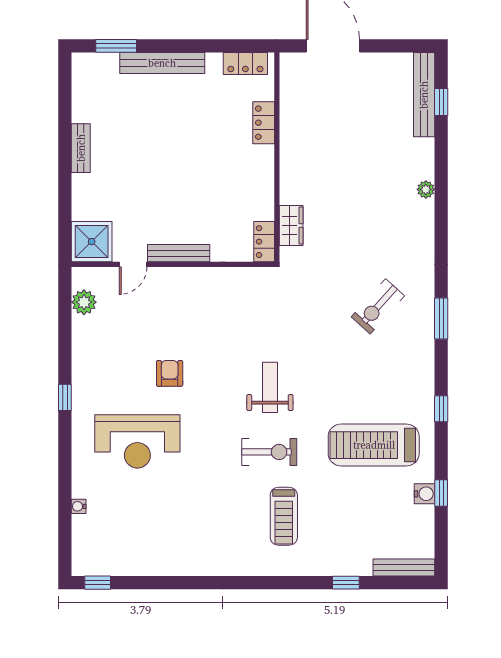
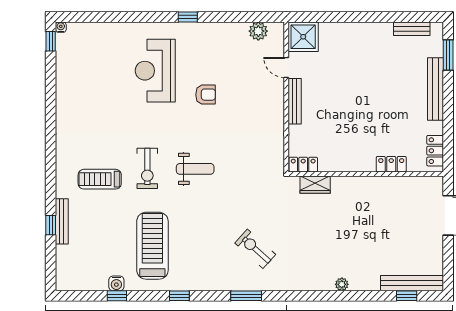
bench: (81, 148) -> (412, 29), moved
water cooler: (79, 506) -> (61, 27), moved
bench: (404, 567) -> (62, 221), moved

